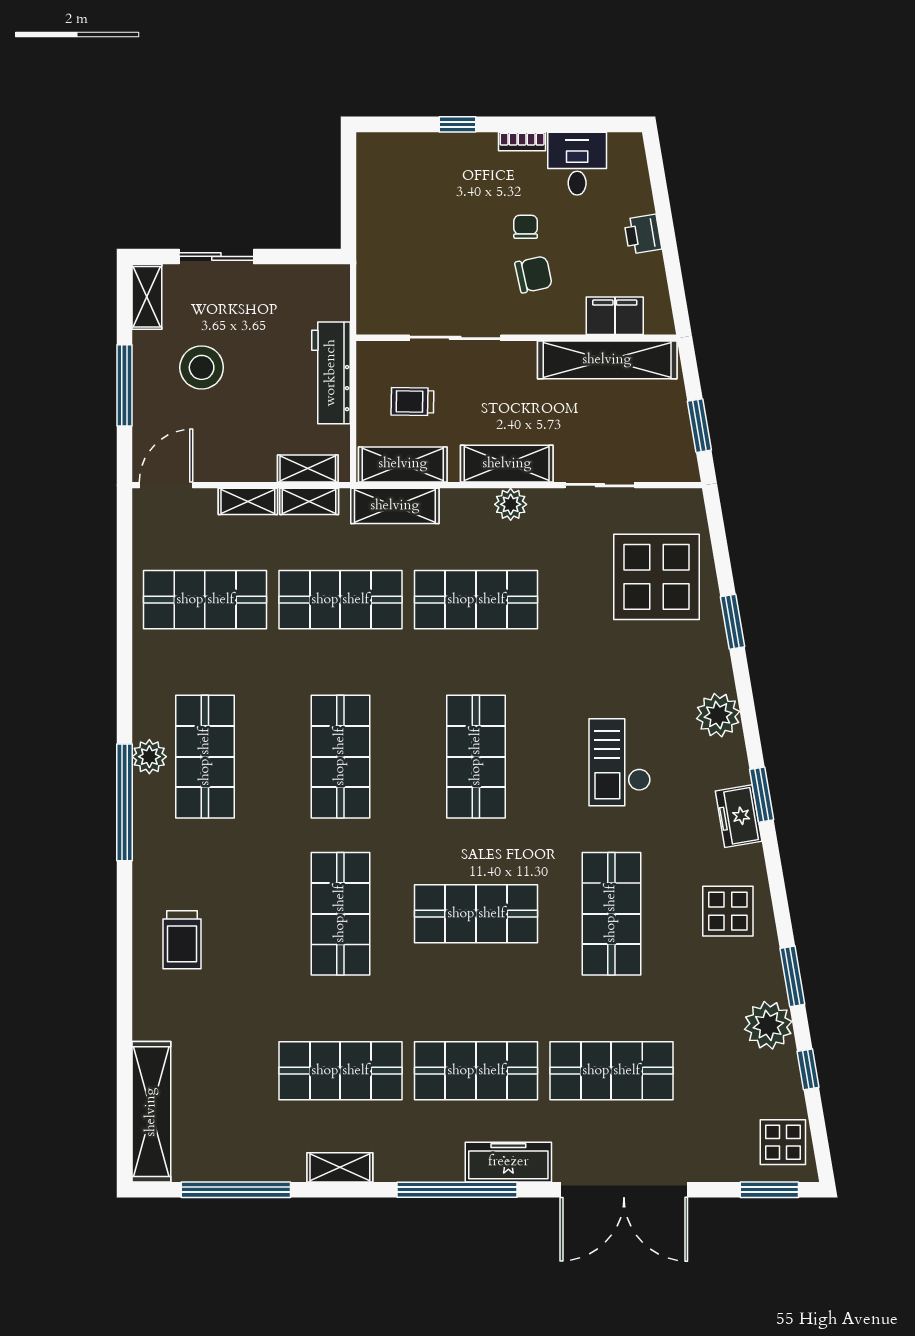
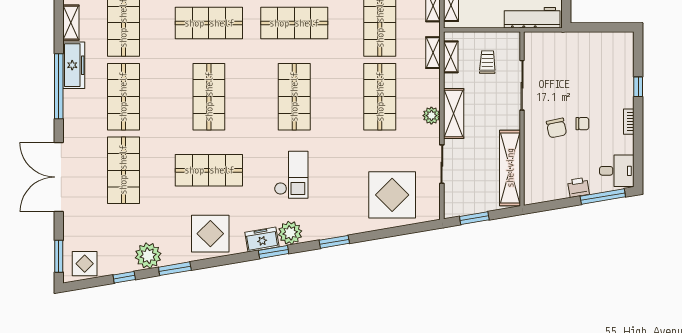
desk: (577, 164) -> (617, 171), moved
window: (659, 189) -> (603, 196), added
filing cabinet: (615, 316) -> (534, 172), removed
workbench: (331, 373) -> (532, 18), moved
shelving: (403, 464) -> (451, 57), width x0.67, depth x0.75
shelving: (395, 506) -> (433, 53), width x0.67, depth x0.75
window: (732, 622) -> (334, 242), moved
plant: (718, 715) -> (290, 233), moved
shop shelf: (476, 757) -> (294, 97), turned 90
checkout: (620, 762) -> (291, 175), turned 90
display table: (728, 911) -> (210, 234), width x1.36, depth x1.36
freezer: (508, 1162) -> (74, 65), moved

